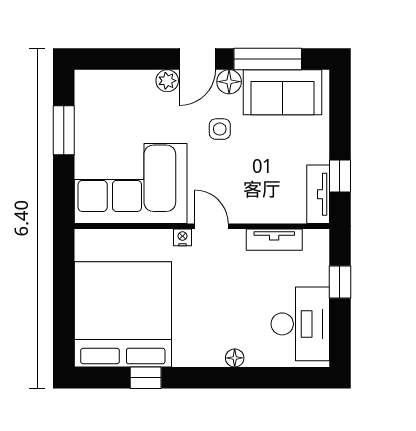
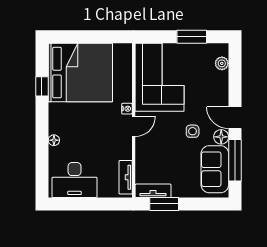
plant: (167, 81) -> (222, 63), moved
window: (340, 176) -> (164, 204), width x1.50
tv unit: (274, 240) -> (126, 177), moved
window: (340, 282) -> (100, 204), removed

